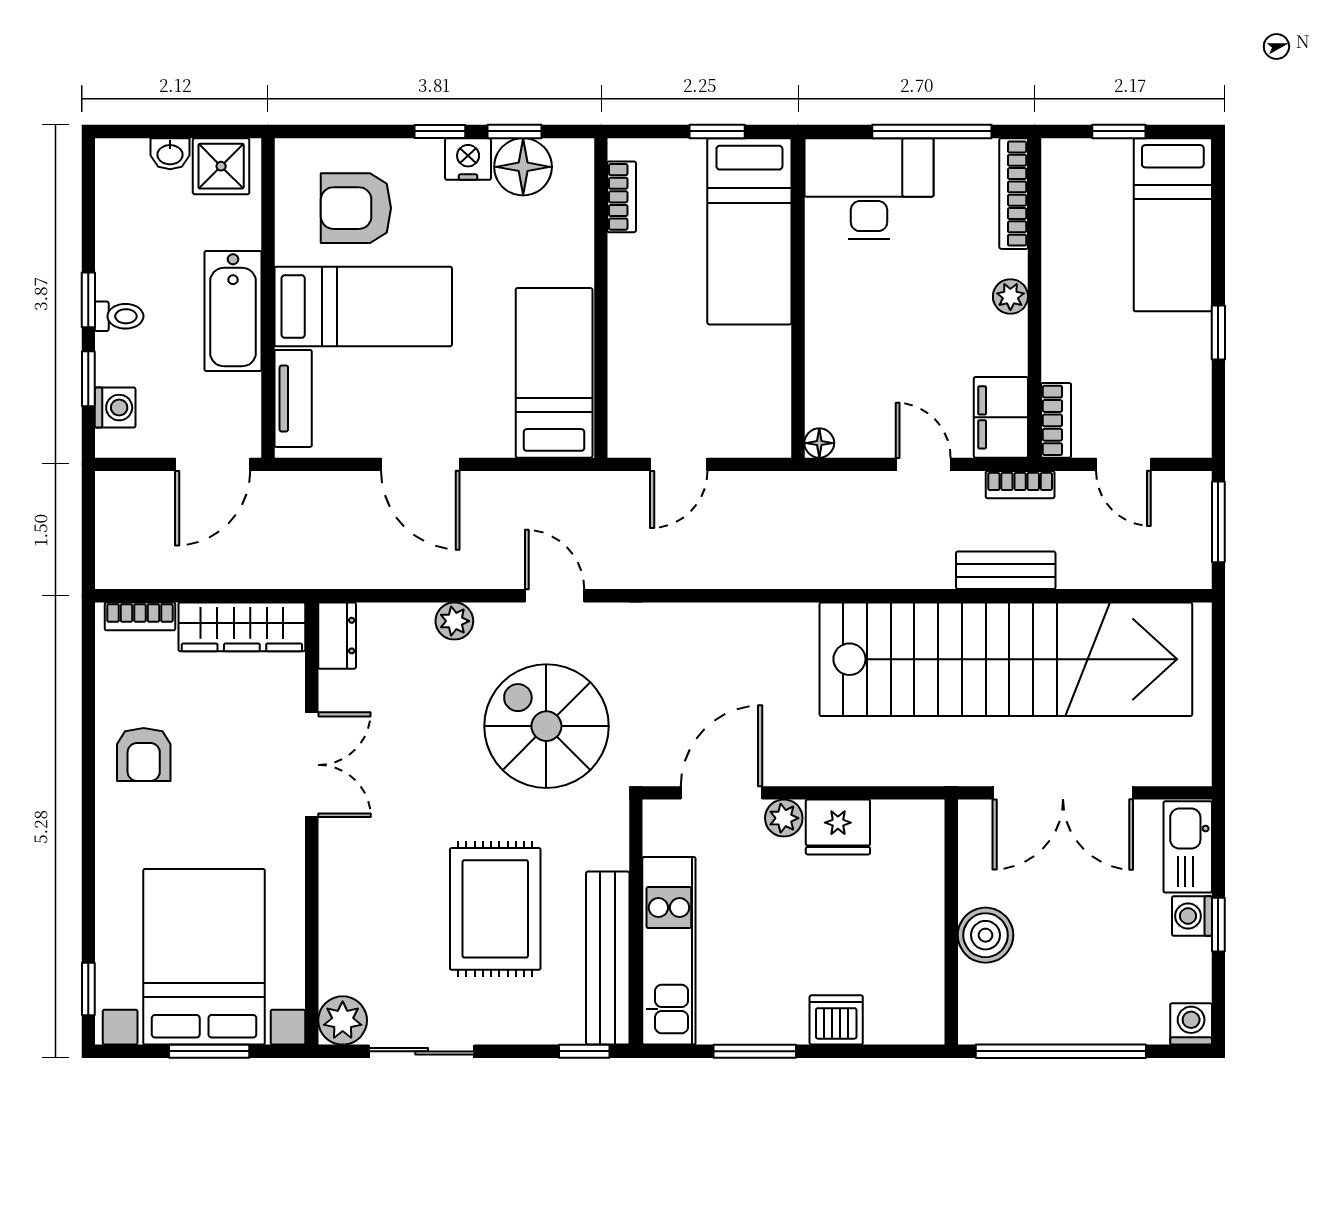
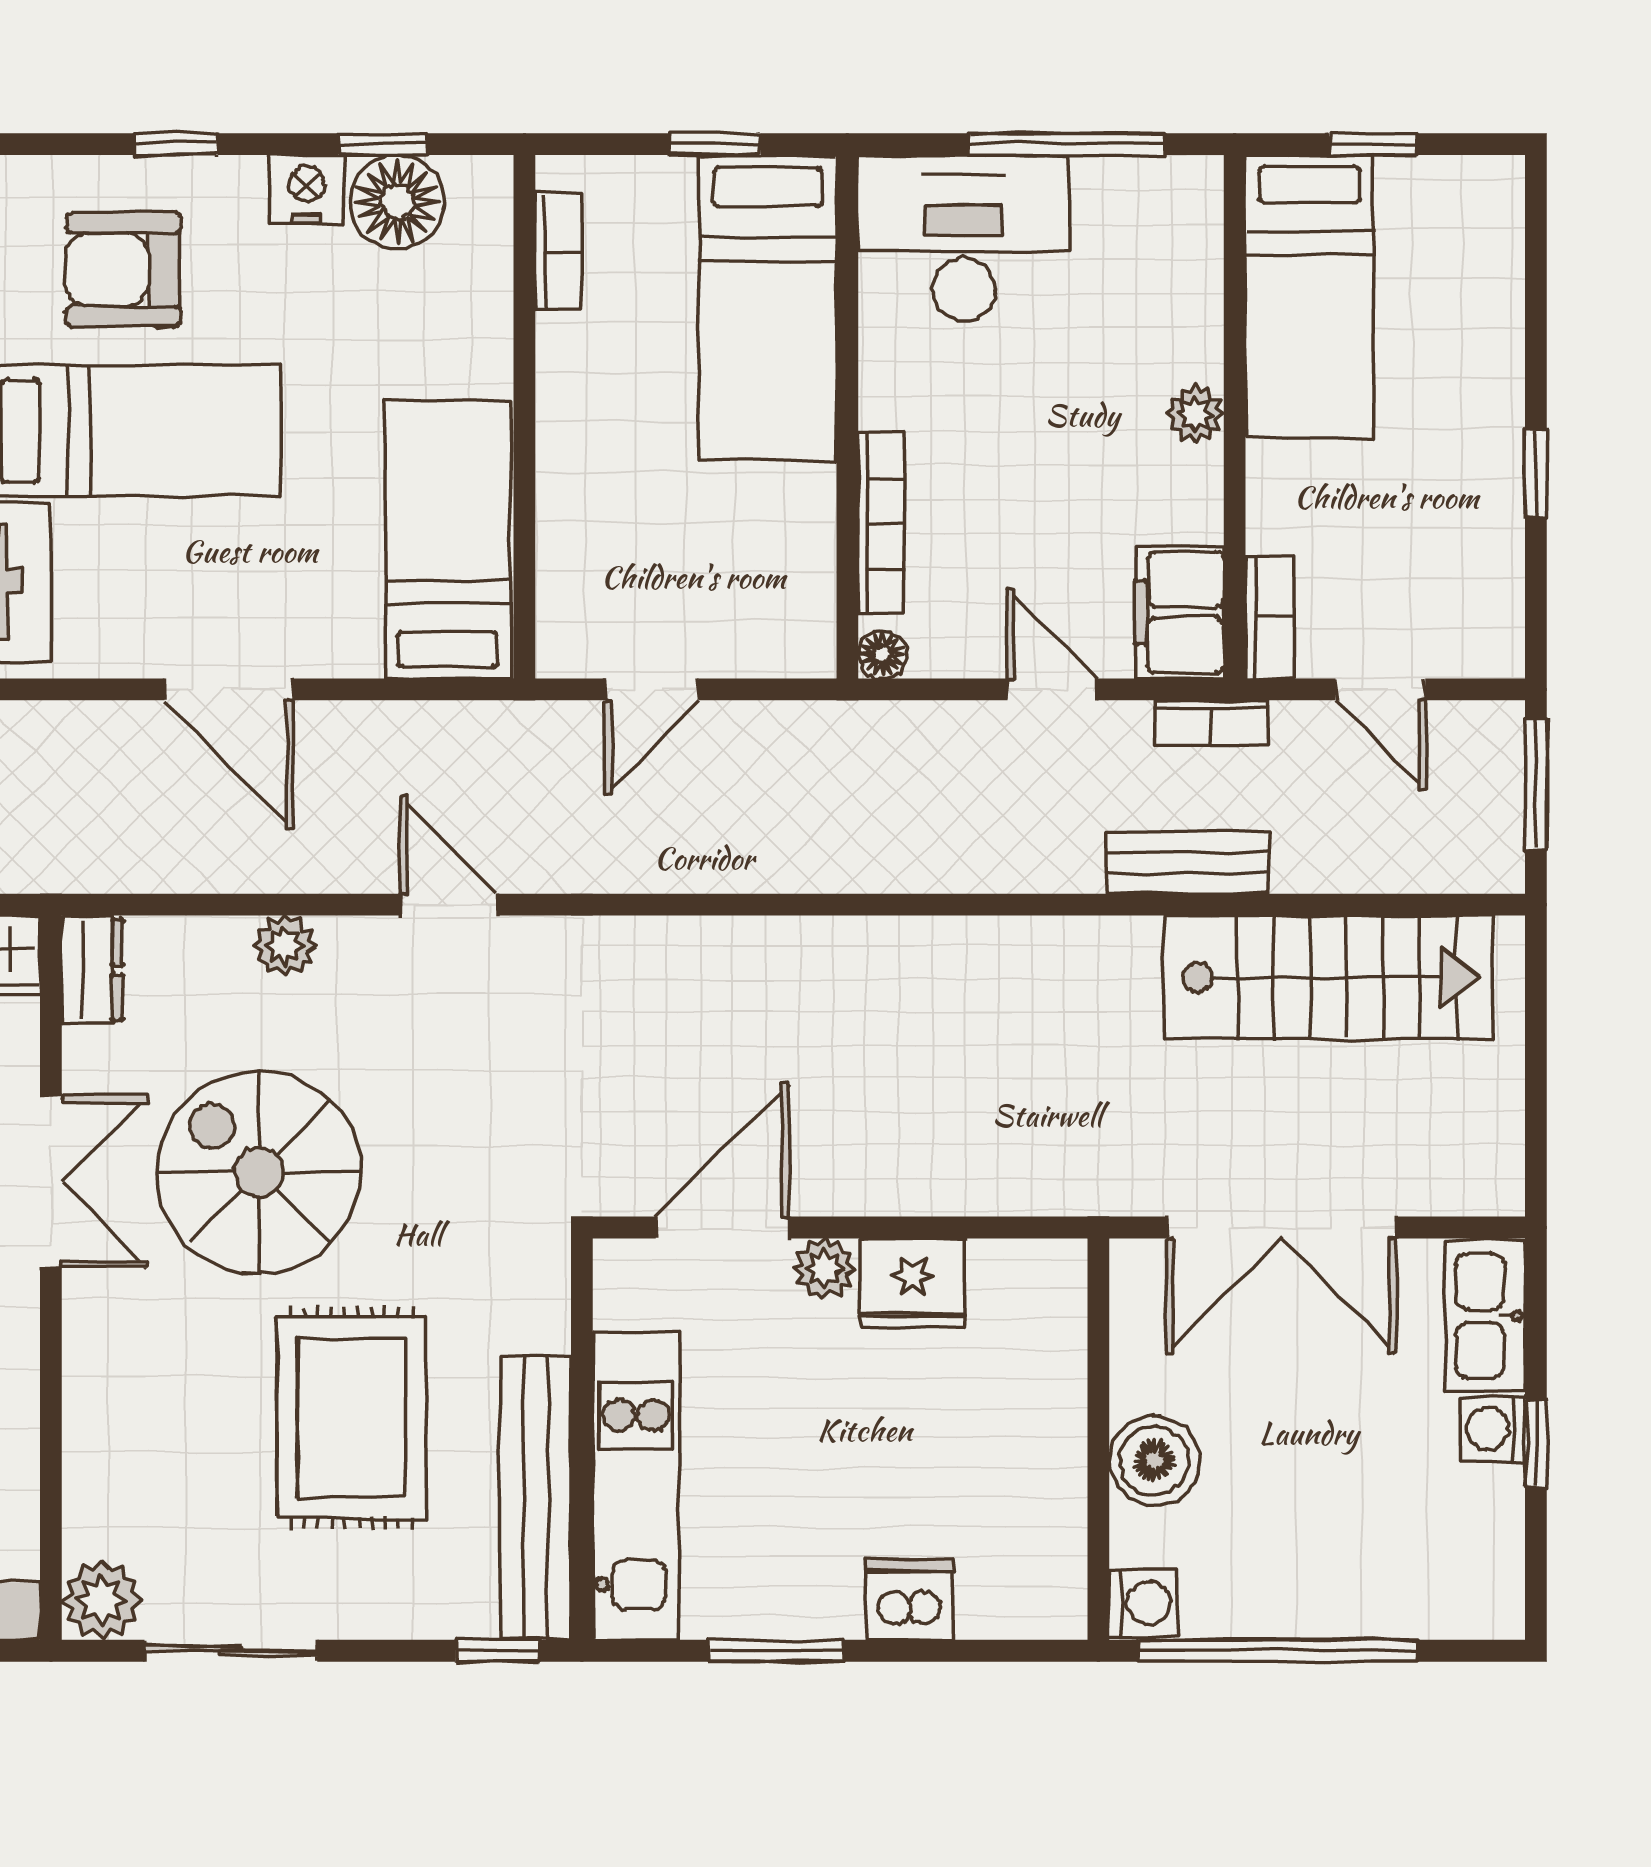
window: (440, 131) -> (176, 144), moved
bookcase: (1014, 194) -> (881, 523), moved, turned 180
bed: (1173, 225) -> (1309, 297), moved
stairs: (1006, 659) -> (1329, 977), width x0.54, depth x0.66
spiral stairs: (546, 726) -> (259, 1173), moved
washing machine: (1191, 1024) -> (1143, 1603), moved, turned 90

